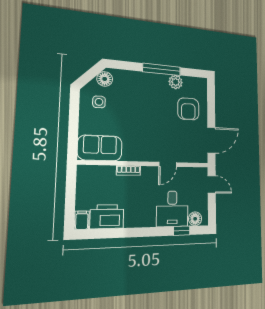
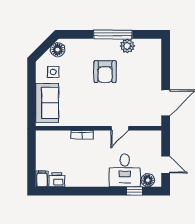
armchair: (188, 109) -> (105, 72), moved
sofa: (100, 148) -> (47, 103), moved, turned 90
door: (212, 184) -> (166, 165), moved
printer: (107, 217) -> (57, 180), width x0.53, depth x0.68

